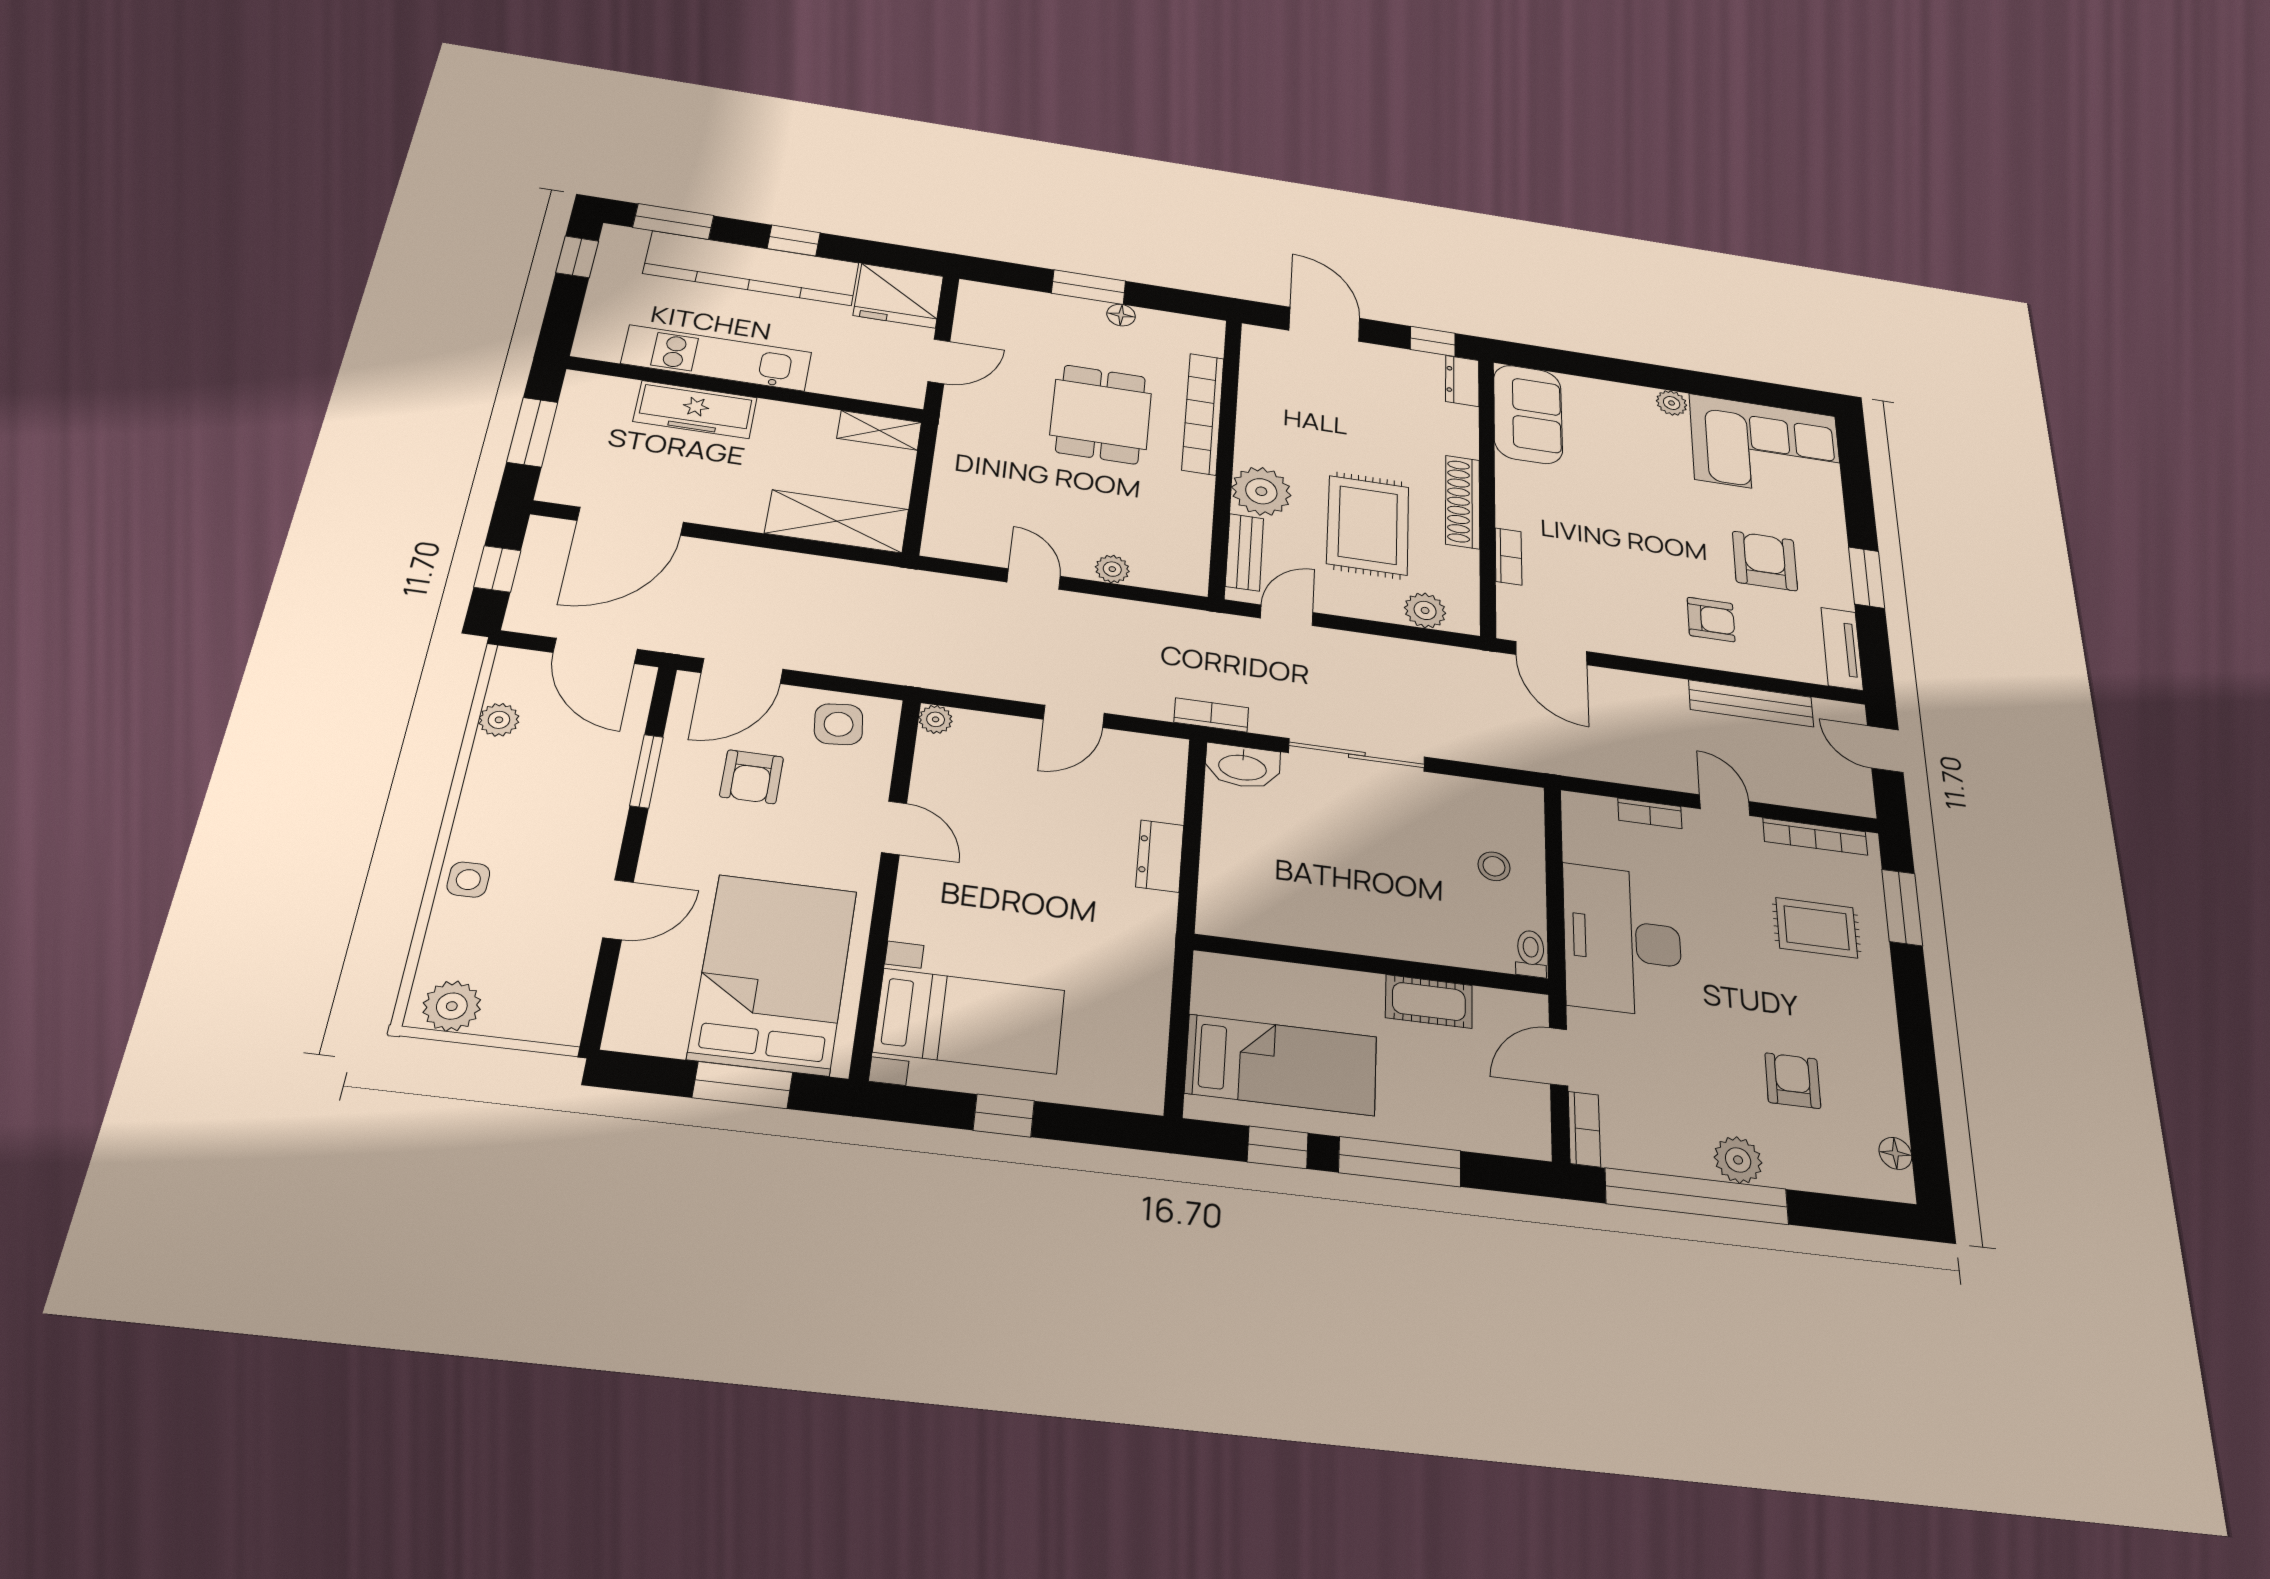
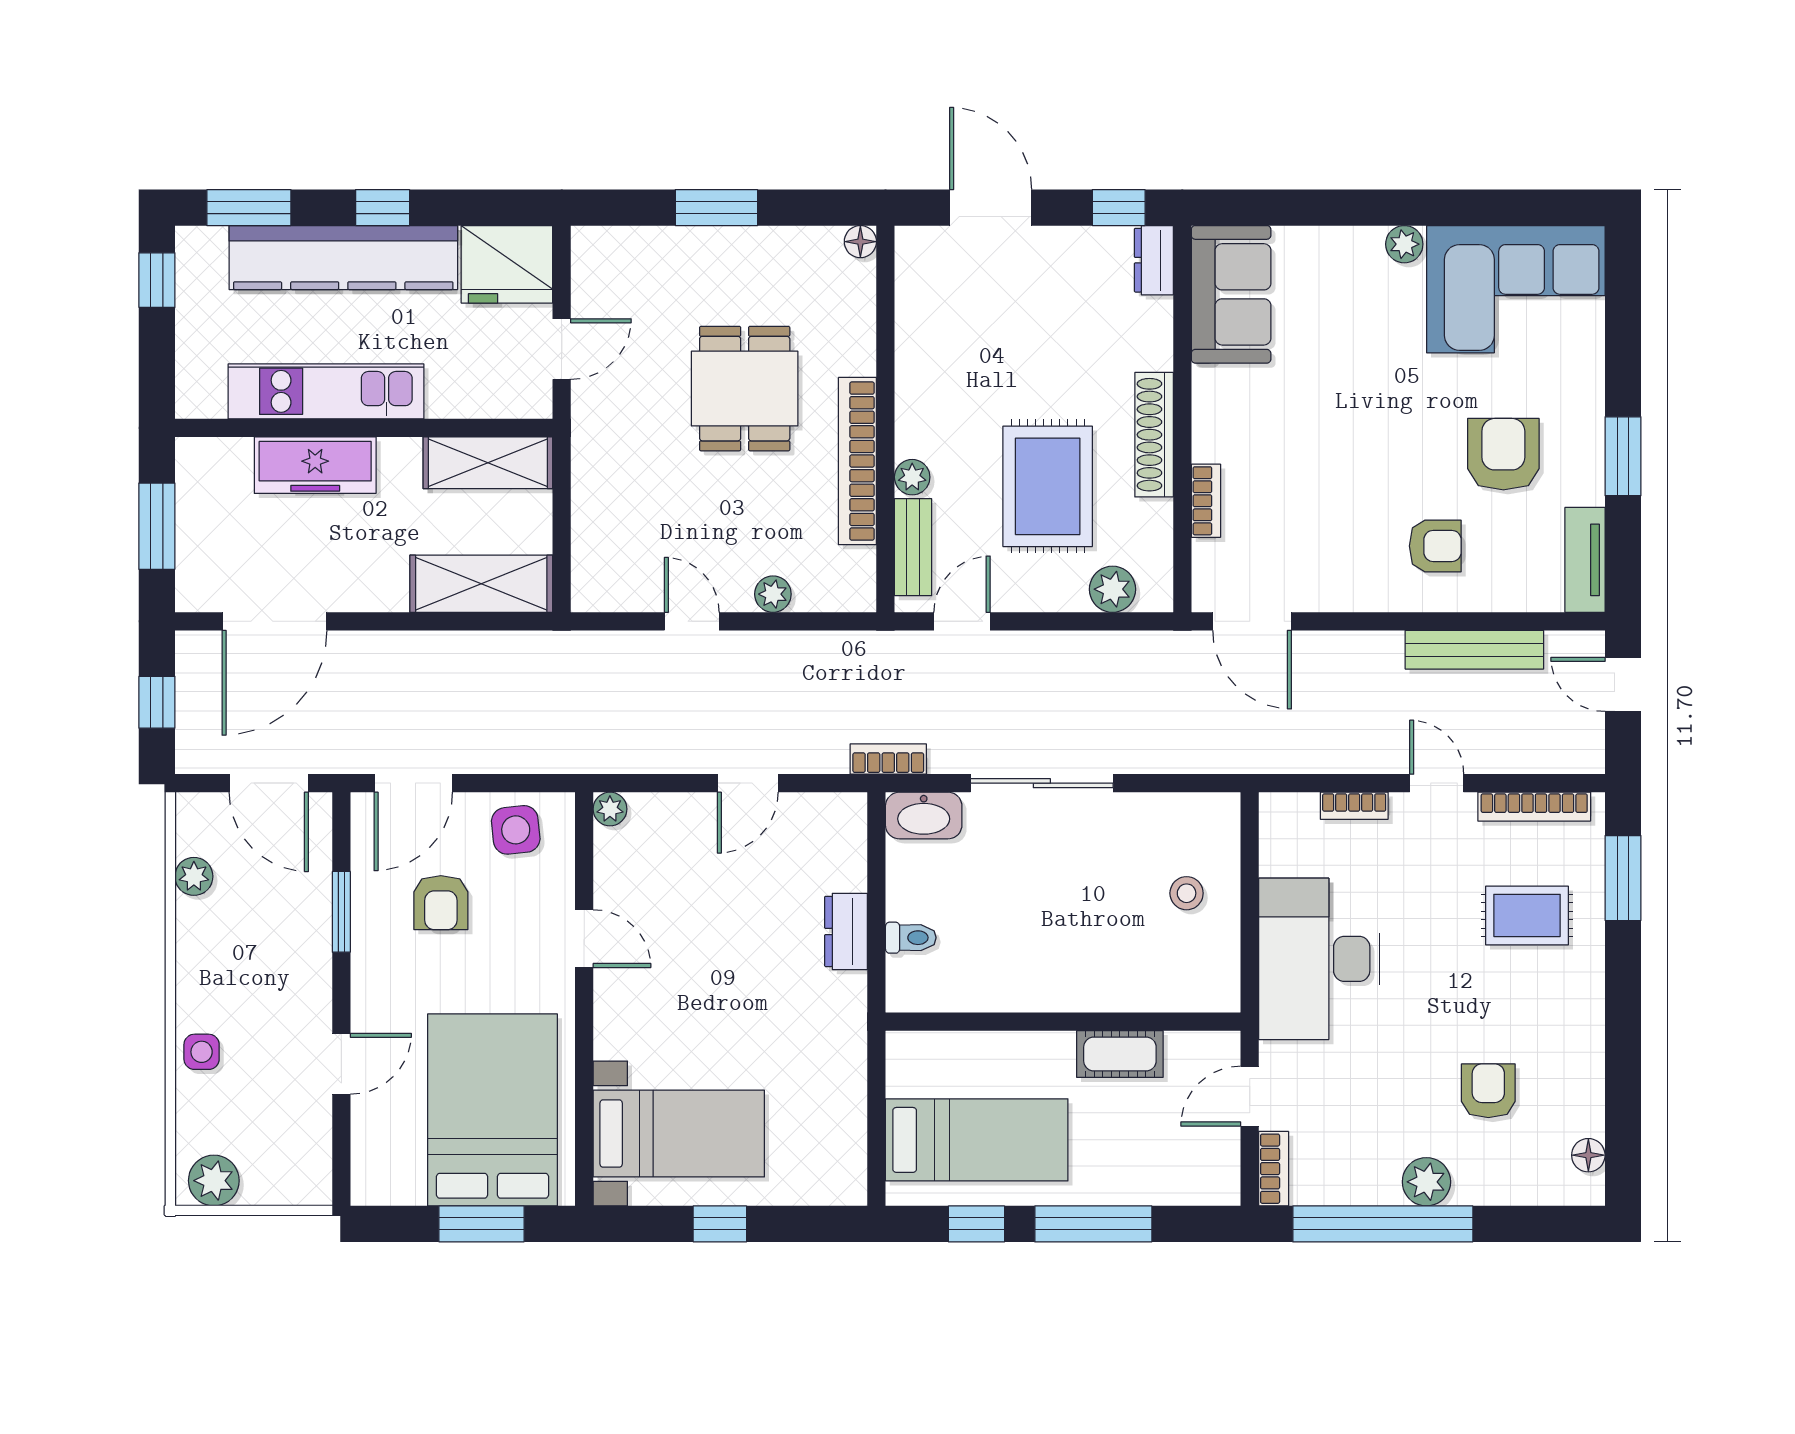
floor lamp: (1121, 315) -> (860, 242), moved
bookcase: (1203, 414) -> (857, 461), moved
shelving: (879, 430) -> (488, 463), width x1.50, depth x1.33
plant: (1261, 491) -> (912, 477), width x0.53, depth x0.53
toilet: (1531, 954) -> (911, 938), moved, turned 90

